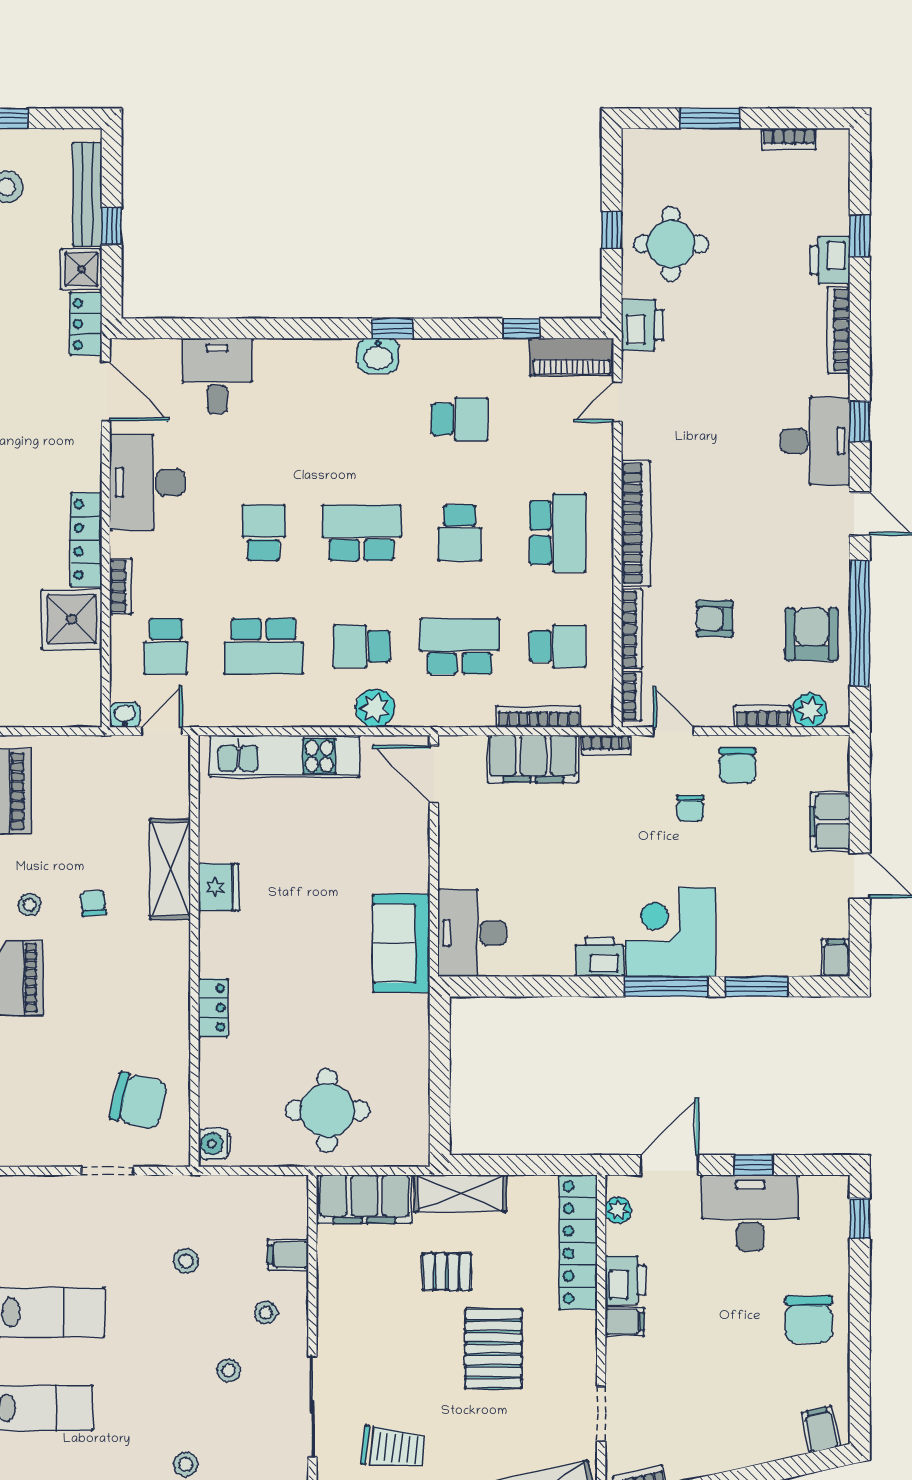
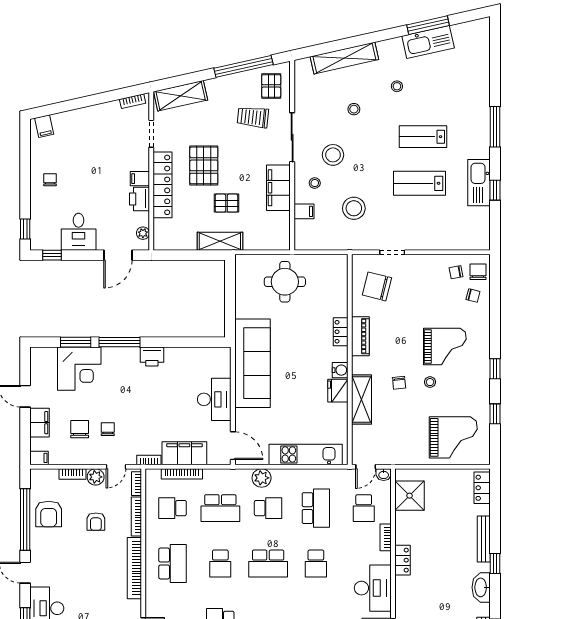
school desk: (460, 533) -> (220, 563), turned 180
school desk: (558, 533) -> (173, 563), turned 180
locker: (86, 540) -> (402, 560), width x0.66
shower: (72, 619) -> (410, 496), moved
armchair: (715, 619) -> (96, 522), turned 90
school desk: (166, 646) -> (364, 508), turned 180
school desk: (264, 646) -> (316, 508), turned 90
plant: (810, 710) -> (96, 477), moved
door: (673, 731) -> (116, 467), hinge flipped
chair: (737, 765) -> (80, 429), moved
corner desk: (671, 932) -> (79, 369), moved
desk: (472, 933) -> (214, 399), moved
sofa: (401, 943) -> (252, 363), width x1.85, depth x1.27
filing cabinet: (836, 958) -> (39, 458), moved, turned -90
piano: (172, 999) -> (360, 336), added
water cooler: (214, 1144) -> (340, 370), moved
window: (754, 1165) -> (52, 255), moved
filing cabinet: (365, 1199) -> (278, 188), moved, turned -90
desk: (750, 1213) -> (79, 232), width x0.73
locker: (578, 1242) -> (163, 185), moved
stool: (186, 1261) -> (354, 208), width x1.89, depth x1.89
chair: (809, 1319) -> (50, 180), width x0.54, depth x0.54
stool: (229, 1370) -> (333, 155), width x1.89, depth x1.89

